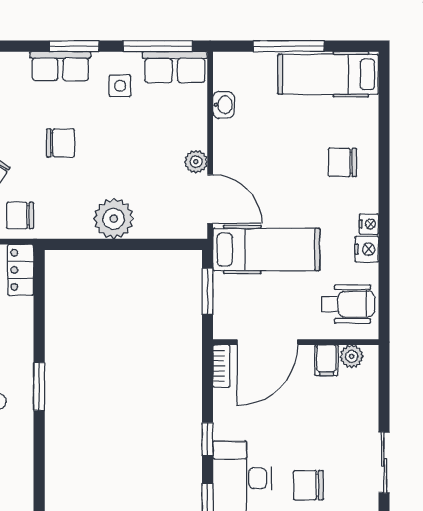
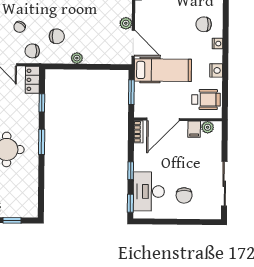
chair: (60, 143) -> (57, 36), moved
plant: (114, 219) -> (77, 58), width x0.53, depth x0.53
nightstand: (369, 224) -> (217, 44), moved
window: (39, 313) -> (42, 103), added
sliding door: (384, 462) -> (224, 184), width x1.37
chair: (308, 485) -> (184, 195), turned -90

